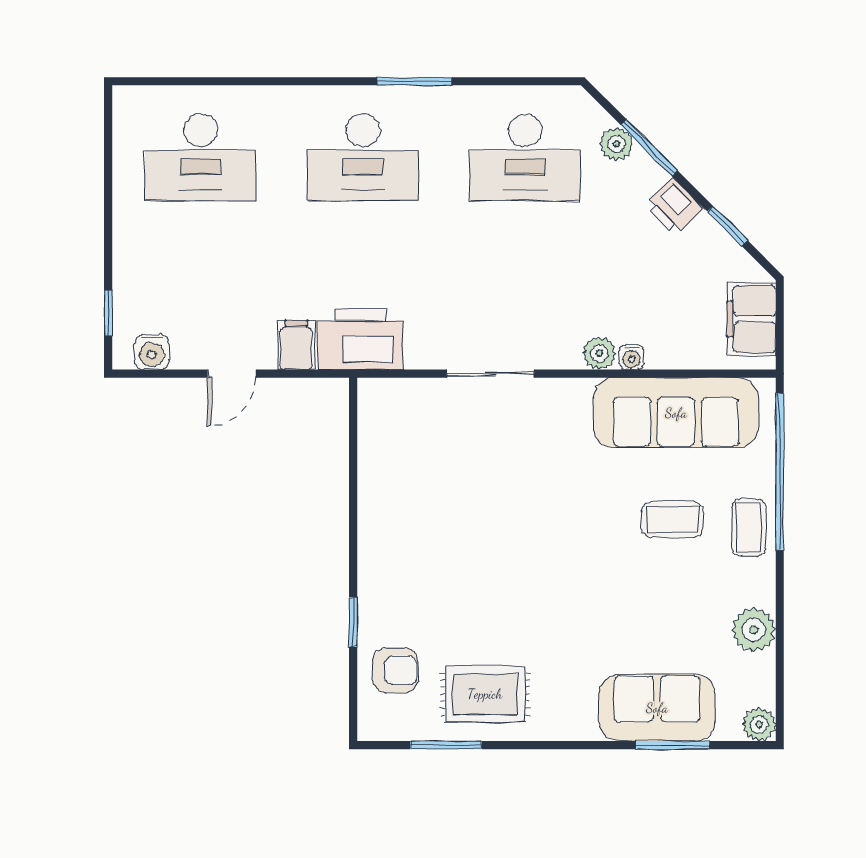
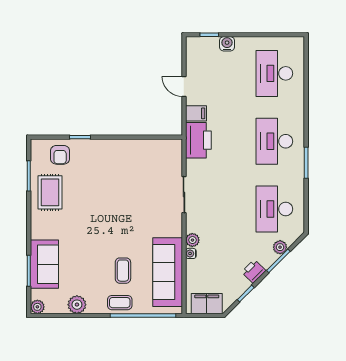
water cooler: (152, 352) -> (227, 44), moved, turned 90

